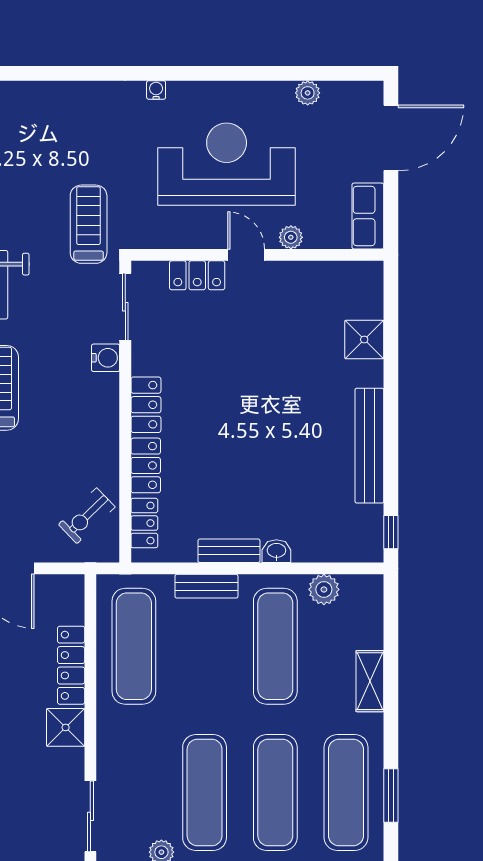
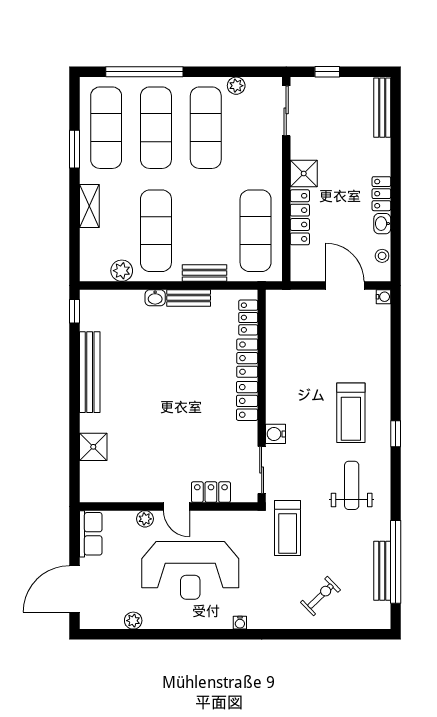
exercise bike: (87, 516) -> (320, 596), moved
window: (391, 796) -> (74, 149), moved

